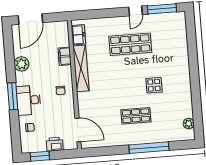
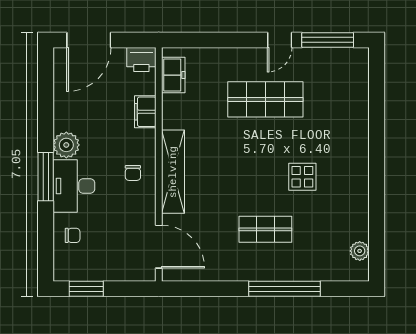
plant: (21, 64) -> (66, 145), moved
shelving: (81, 68) -> (173, 172), moved
printer: (55, 144) -> (141, 60), moved, turned 180

